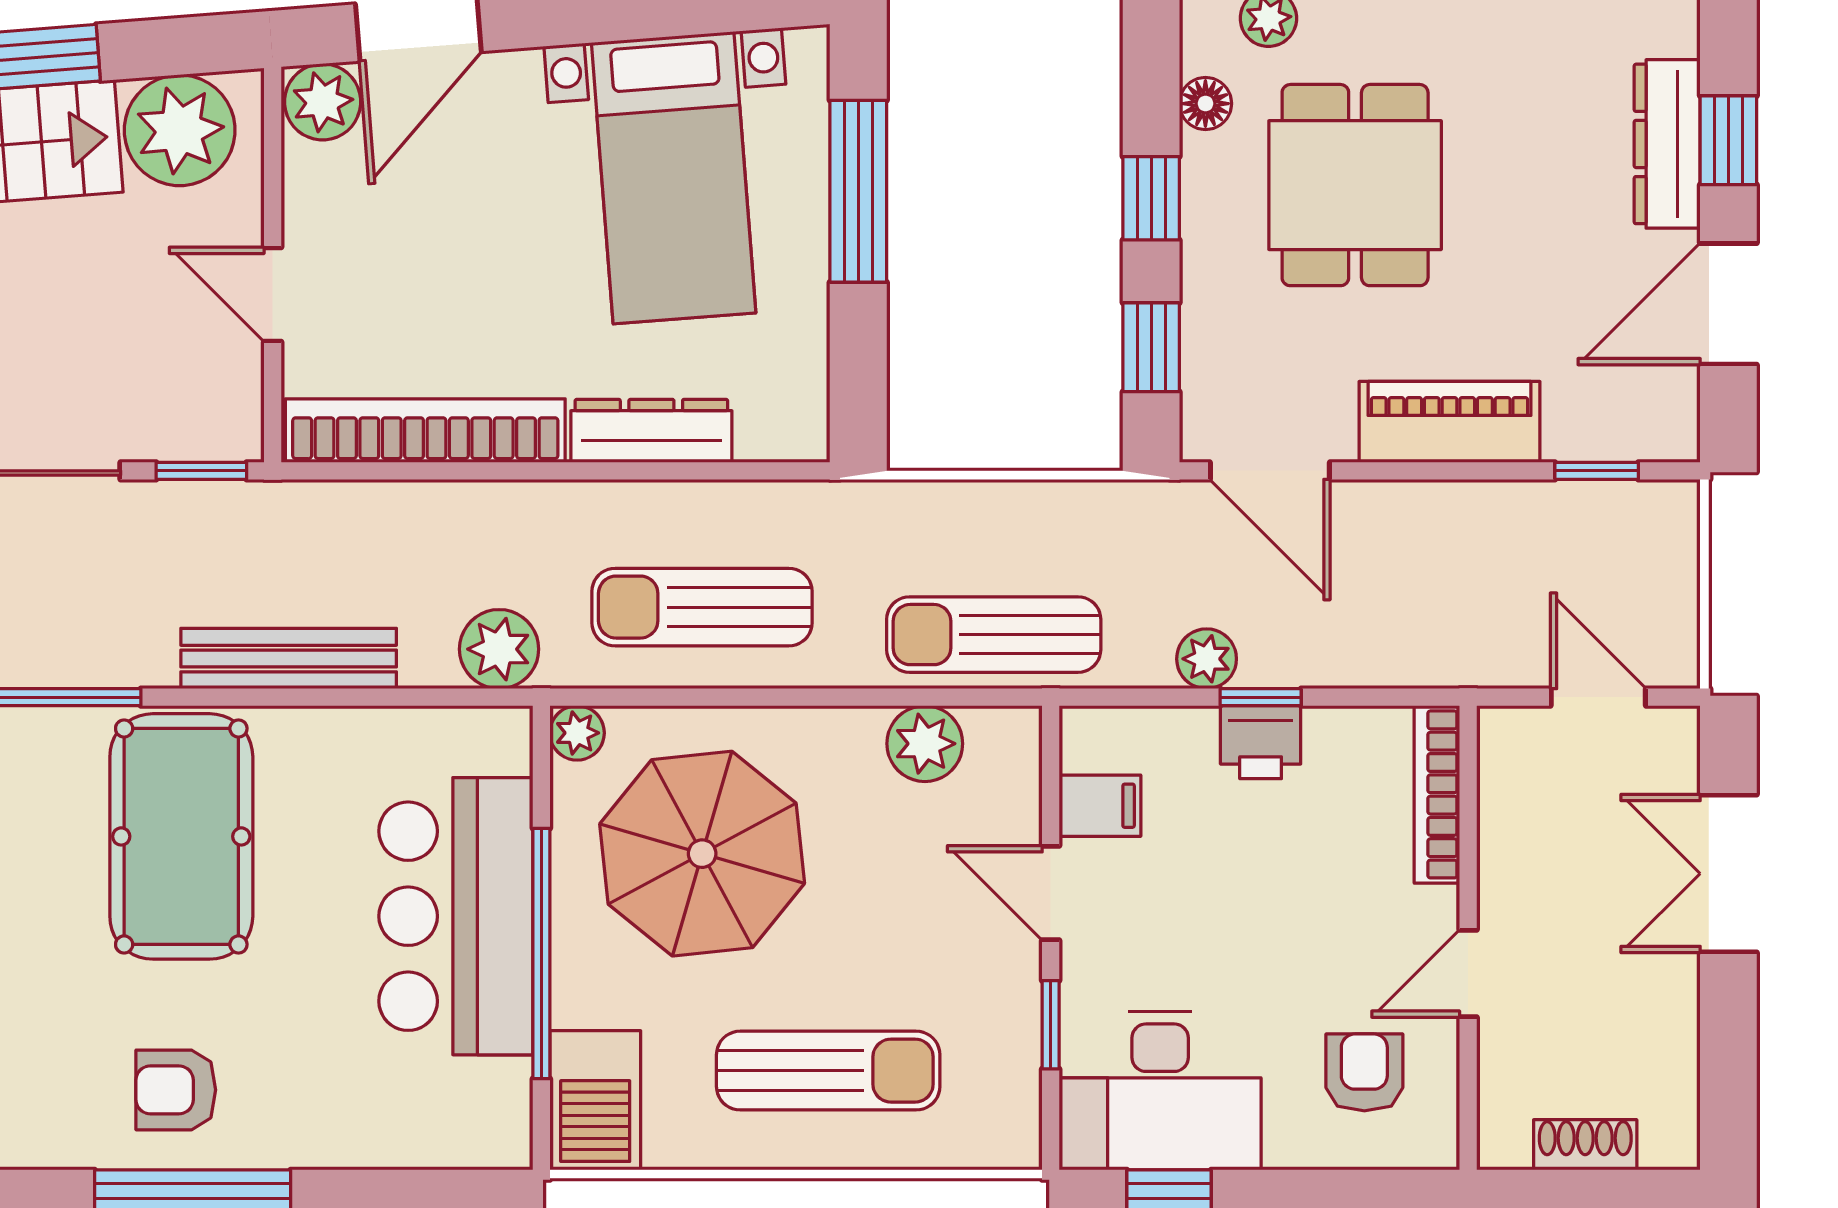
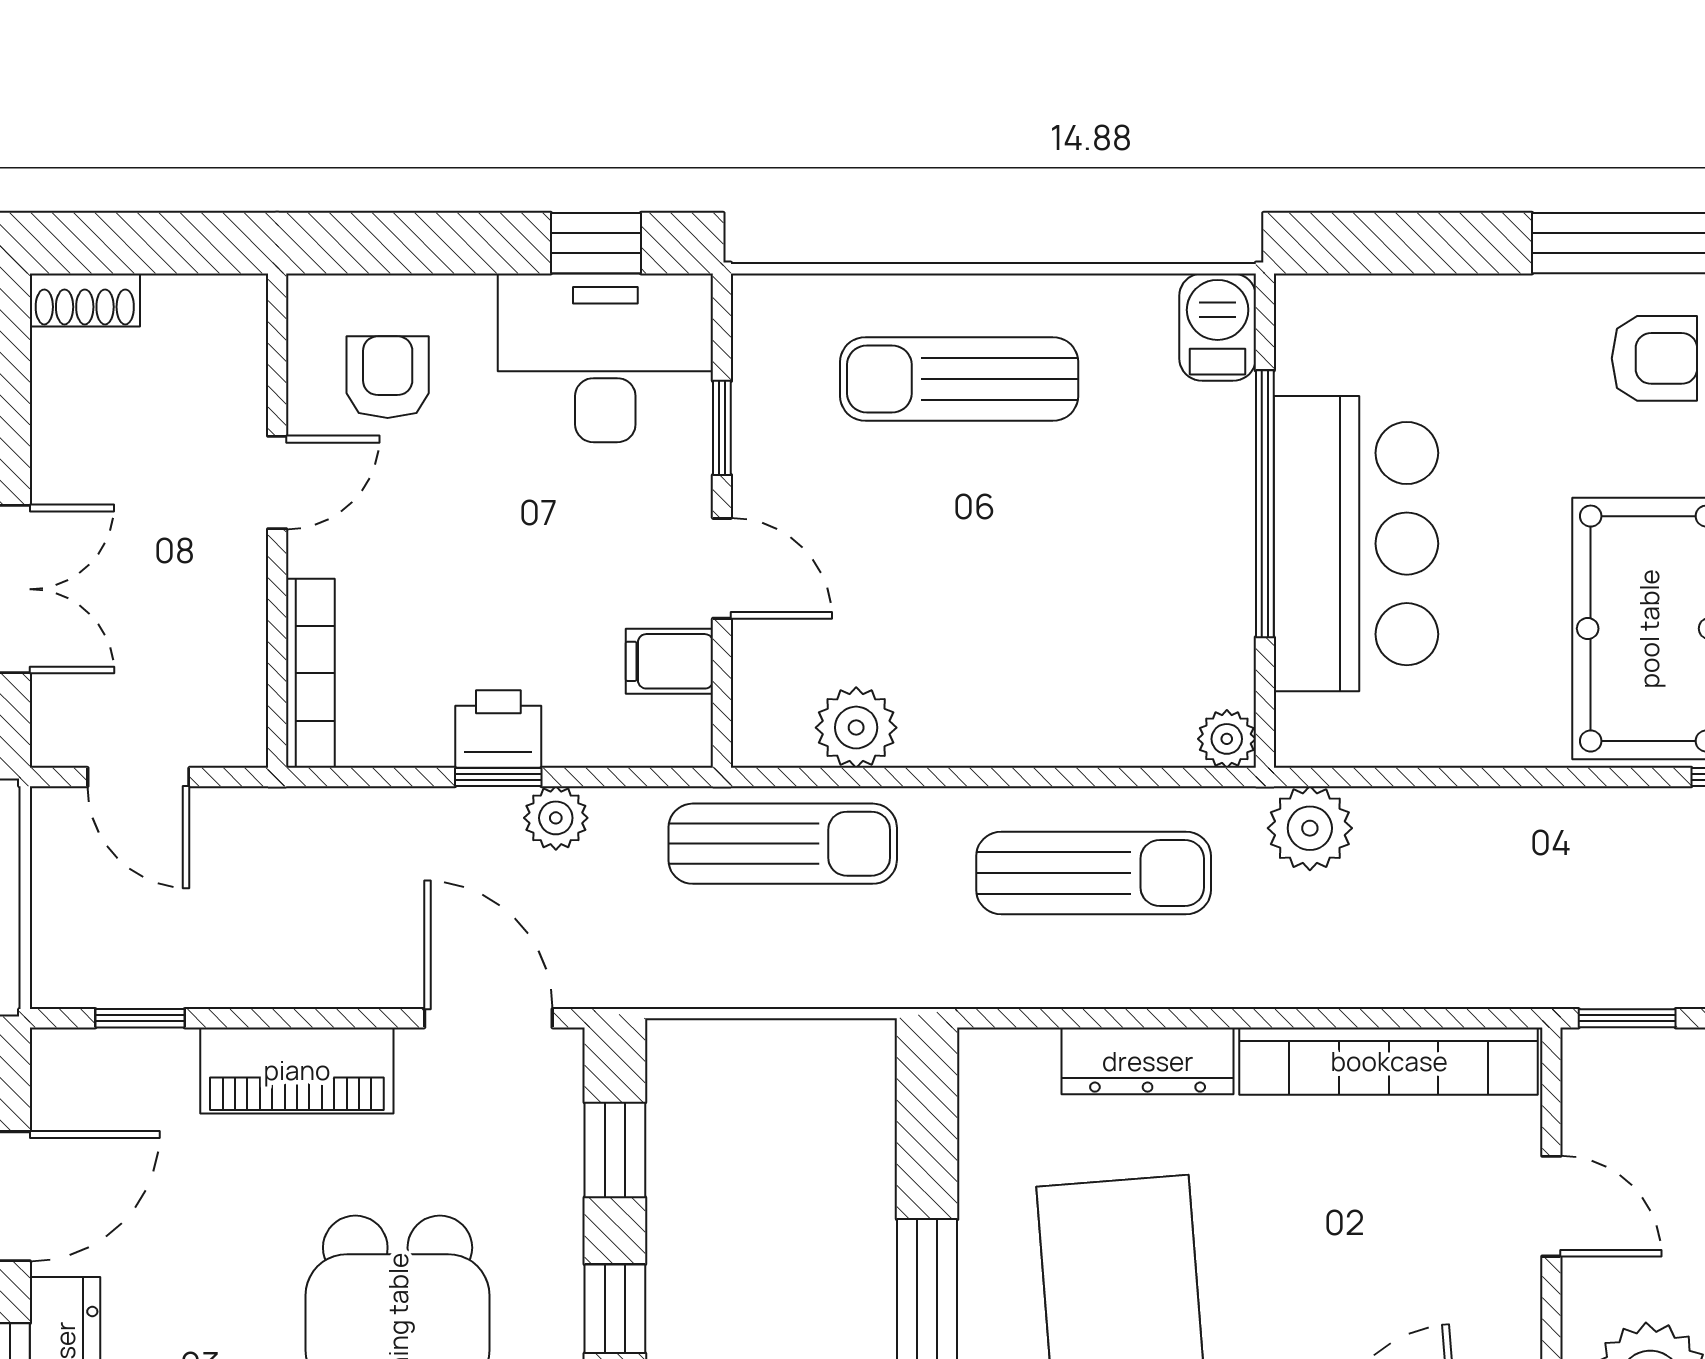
bench: (289, 659) -> (1534, 818), removed
parasol: (702, 854) -> (1093, 610), removed
armchair: (1364, 1072) -> (388, 377), turned 180
barbecue: (595, 1100) -> (1218, 327), width x0.73, depth x0.79
shoe rack: (1585, 1145) -> (85, 300), moved

